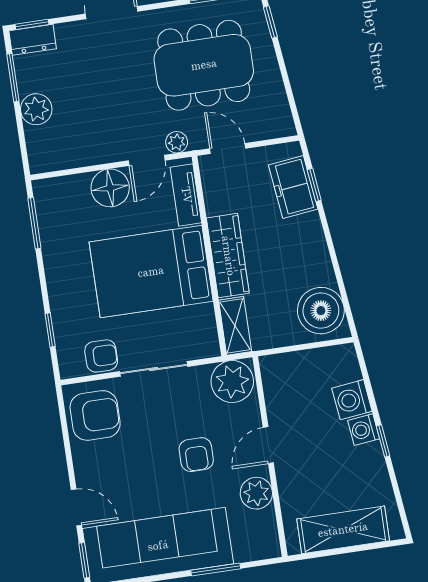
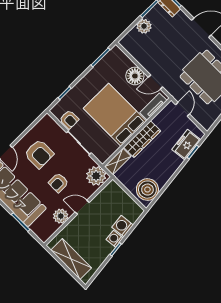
plant: (177, 142) -> (171, 88), removed
armchair: (95, 415) -> (39, 154), moved

